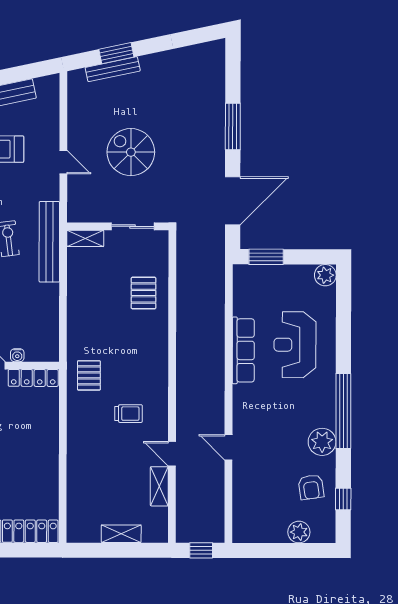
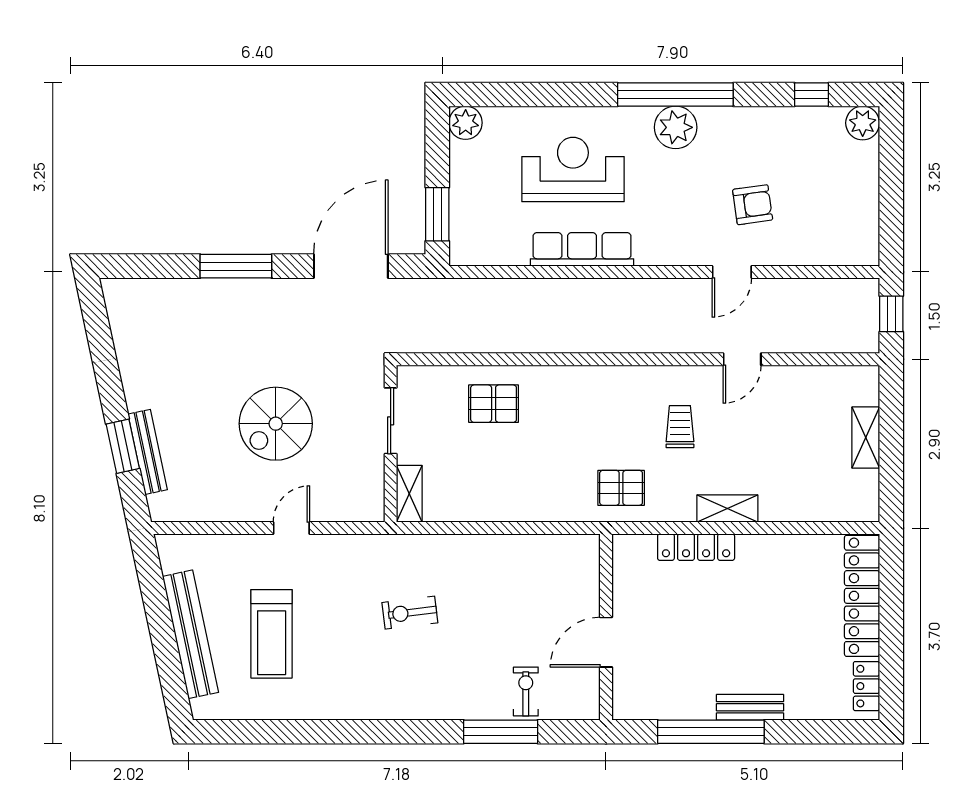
door: (233, 201) -> (351, 266), hinge flipped
bench: (49, 242) -> (415, 549), removed
reception desk: (295, 345) -> (573, 169), turned 180
water cooler: (17, 355) -> (590, 599), removed
locker: (33, 378) -> (696, 547), moved, turned 90
plant: (322, 442) -> (676, 127), moved
shelving: (159, 486) -> (727, 509), moved
armchair: (311, 487) -> (753, 205), moved
plant: (299, 532) -> (863, 123), moved

